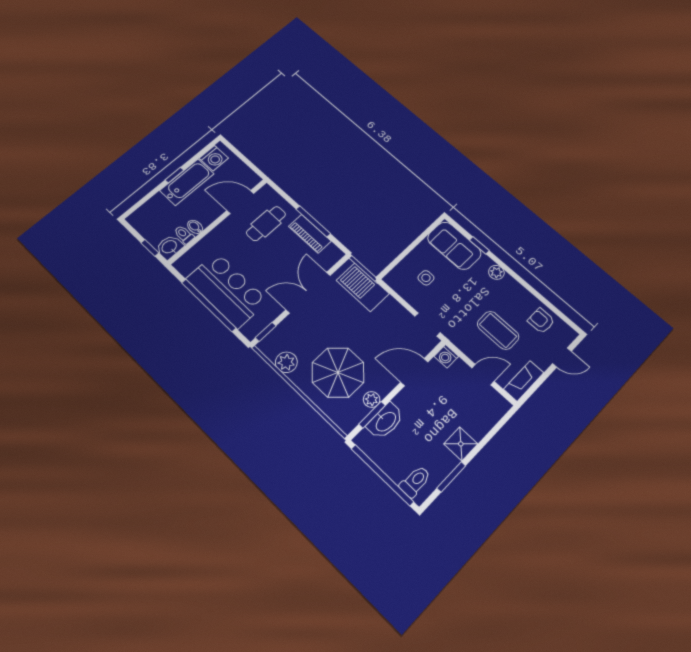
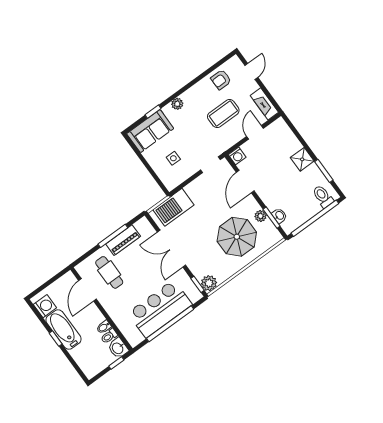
plant: (286, 362) -> (209, 283), moved
washbasin: (385, 421) -> (279, 216), width x0.52, depth x0.69

